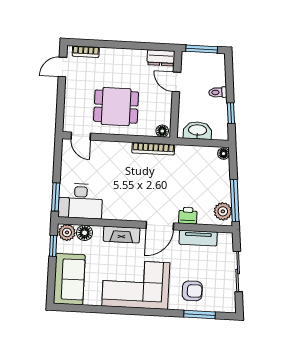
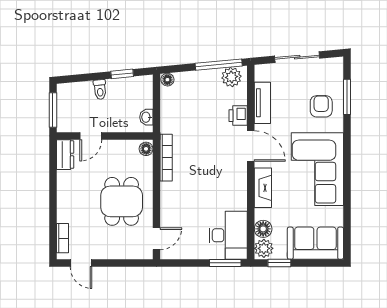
washbasin: (198, 130) -> (146, 117), width x0.52, depth x0.69

